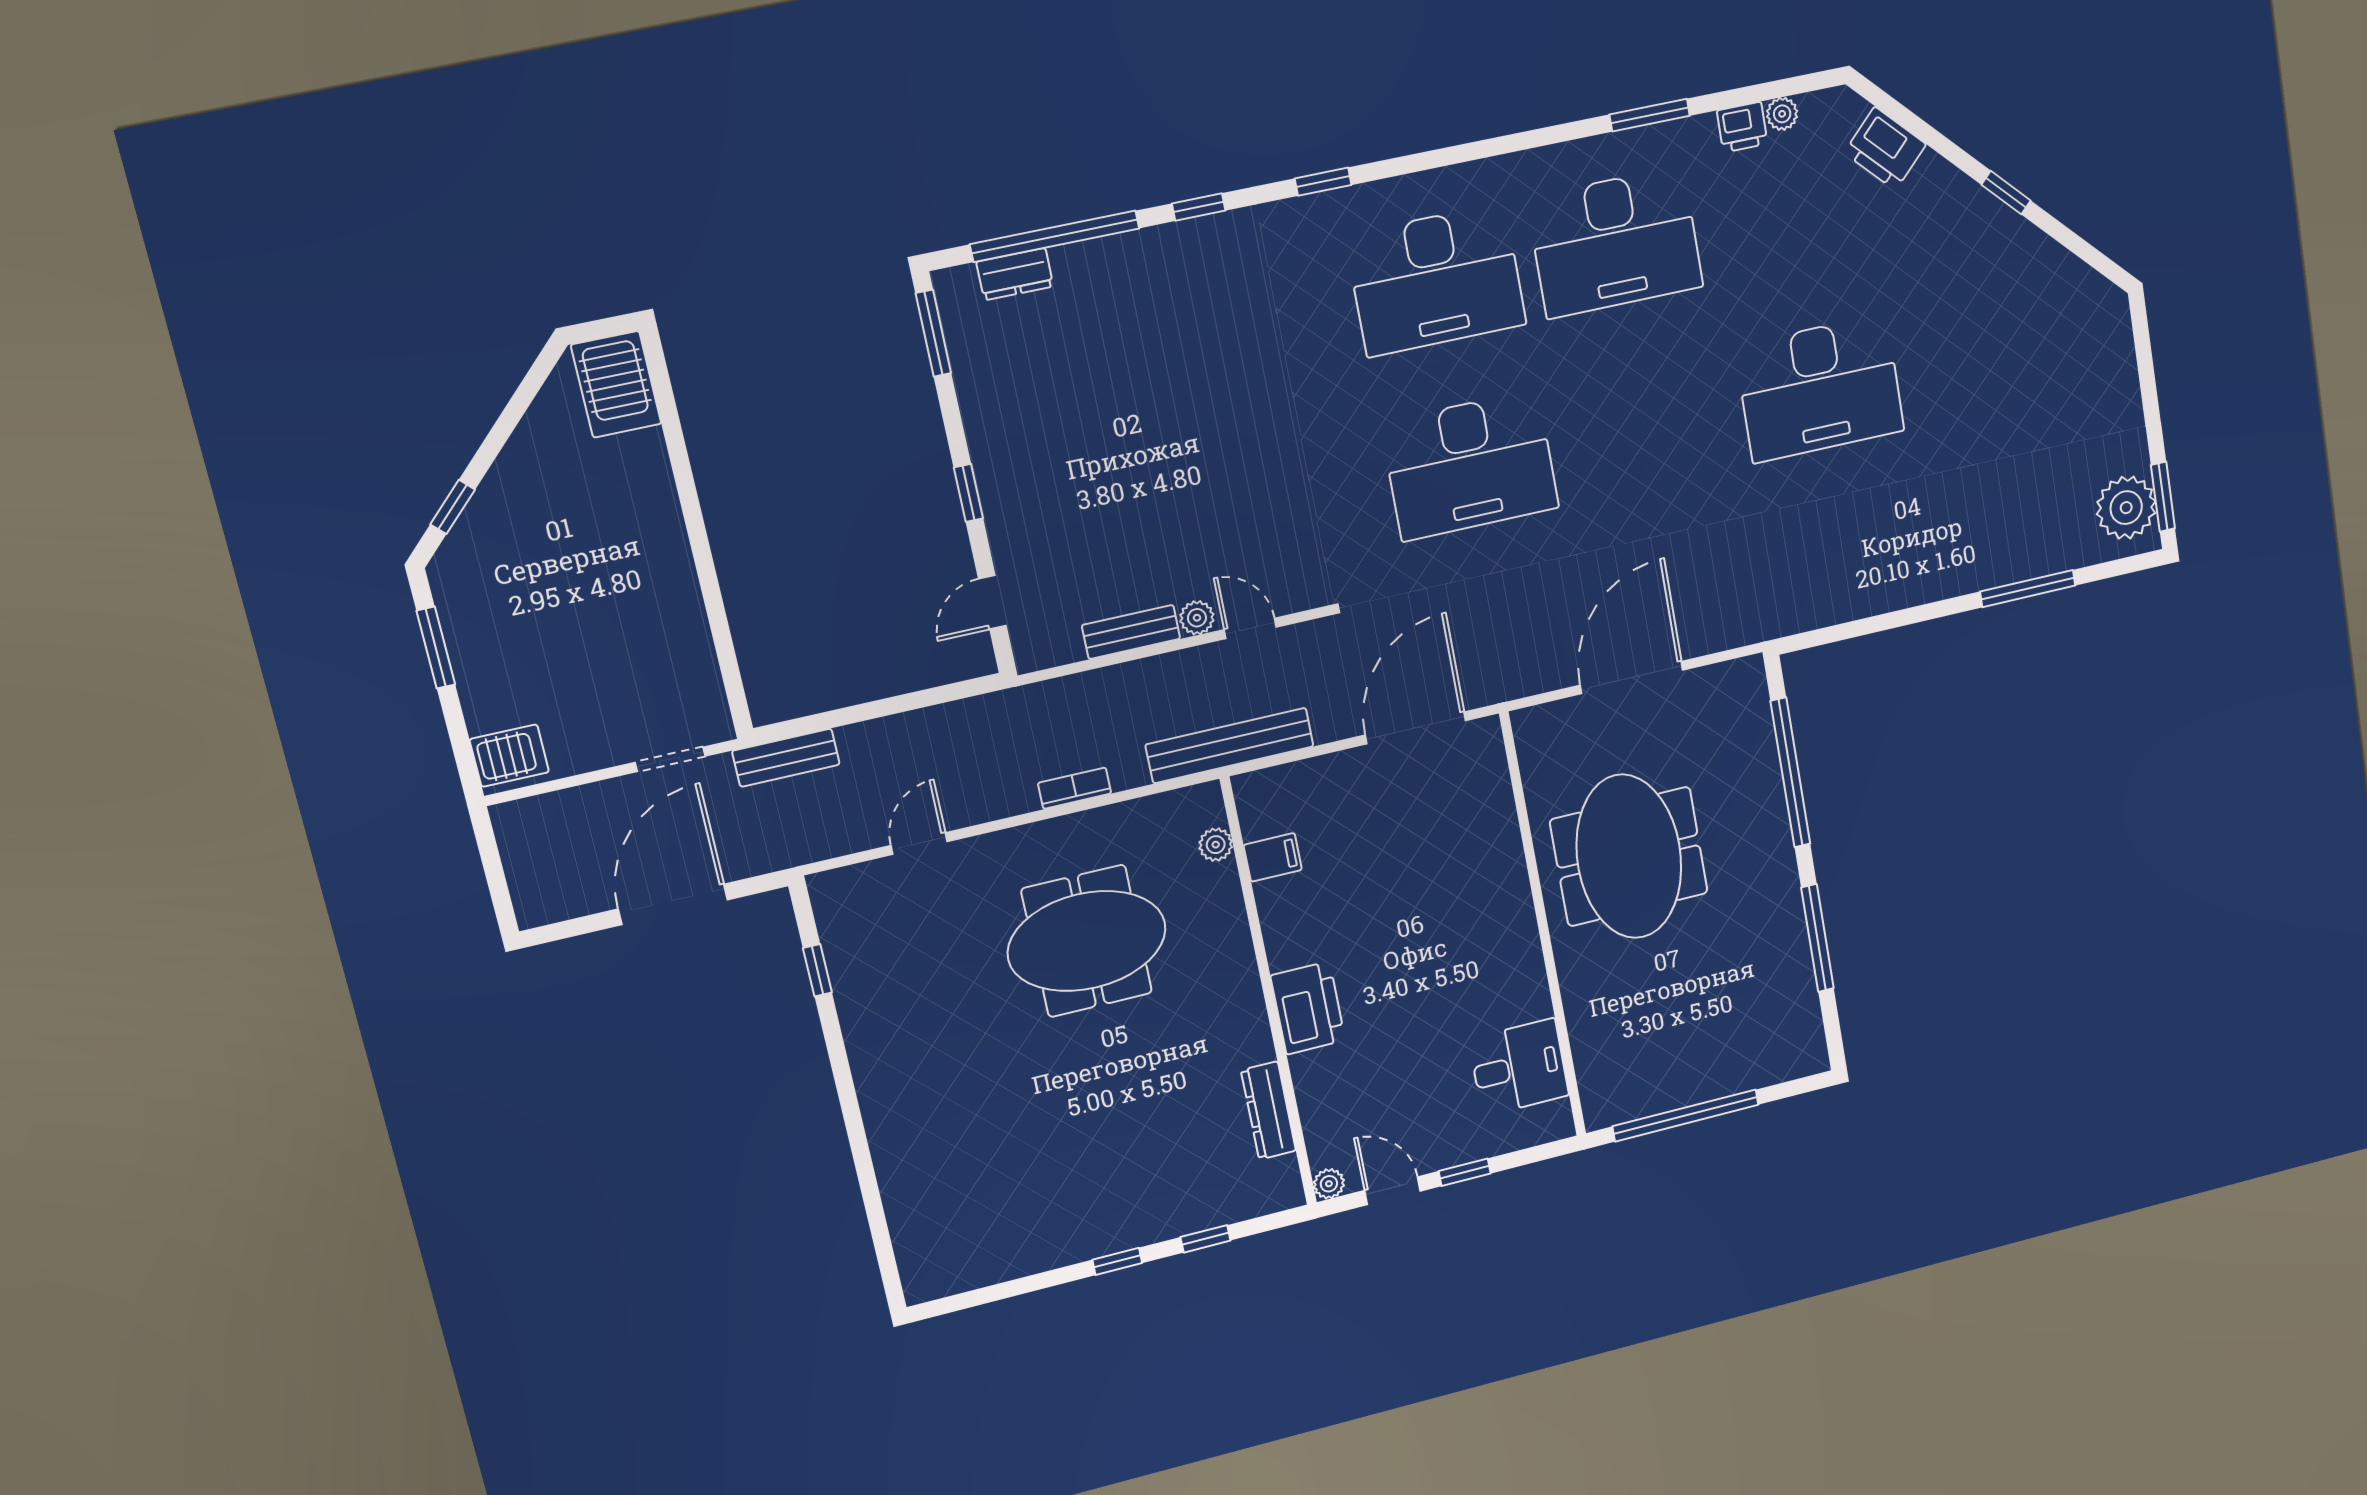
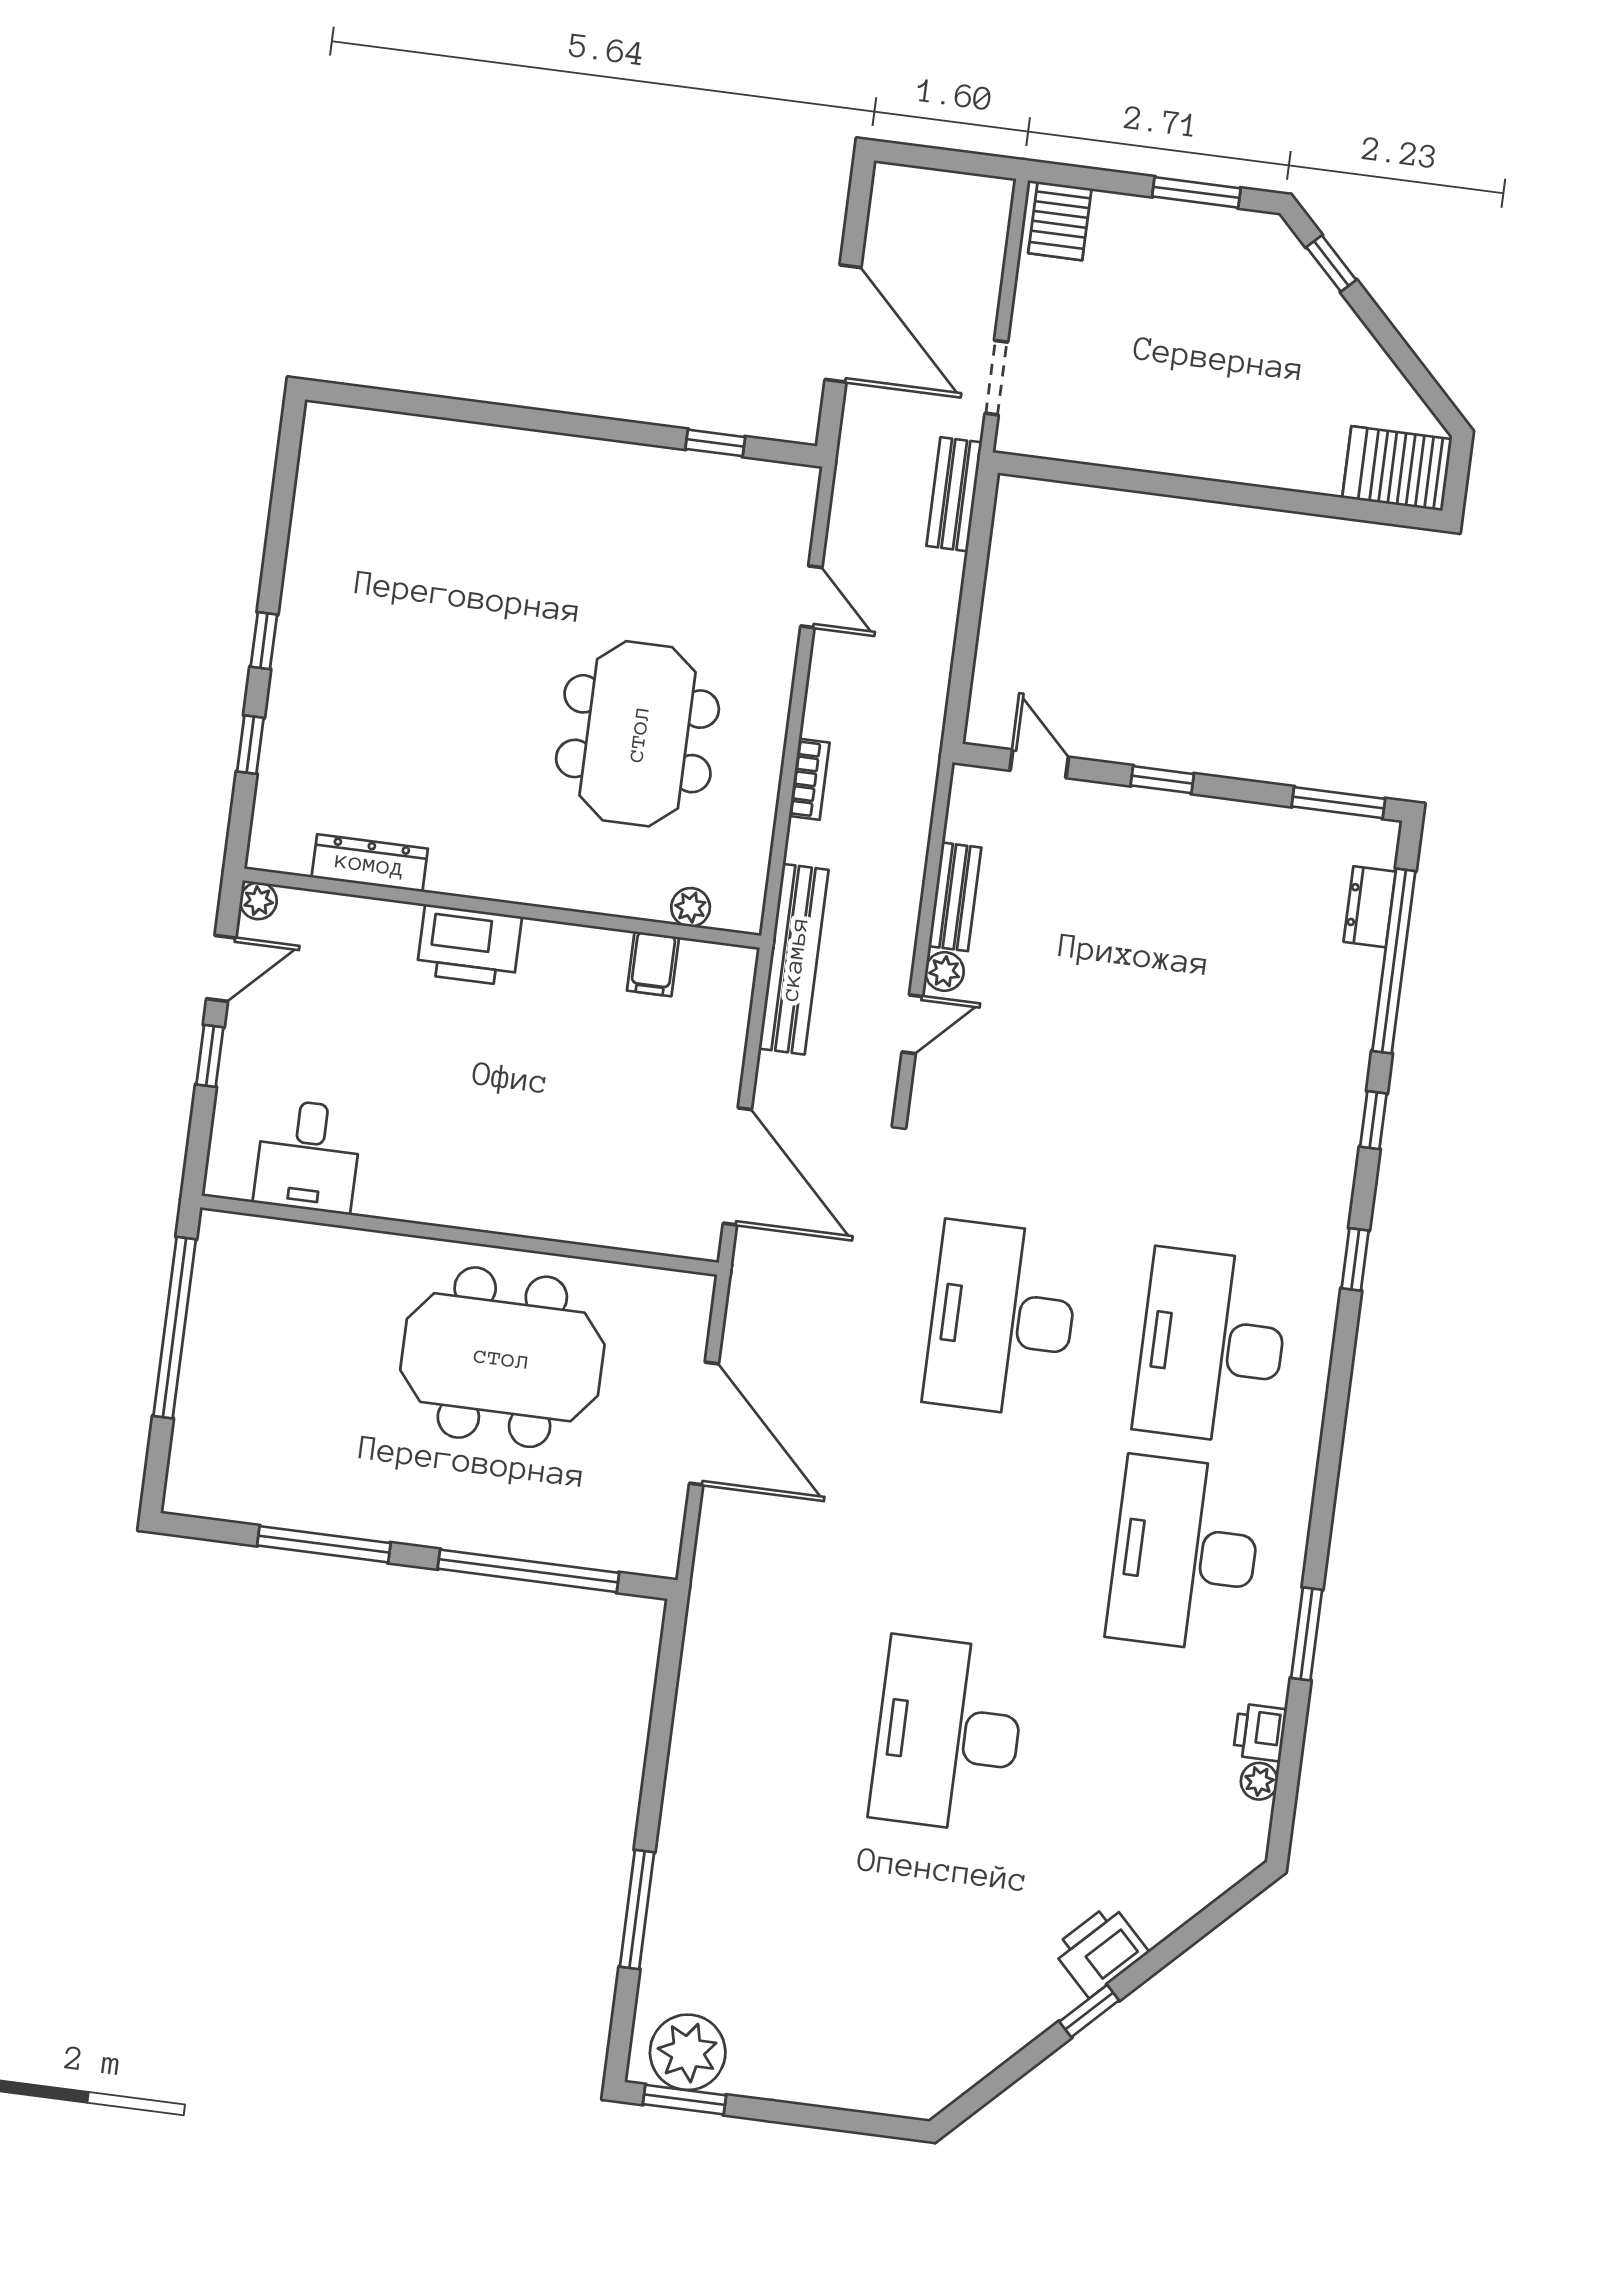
printer: (1885, 149) -> (1100, 1950), moved

